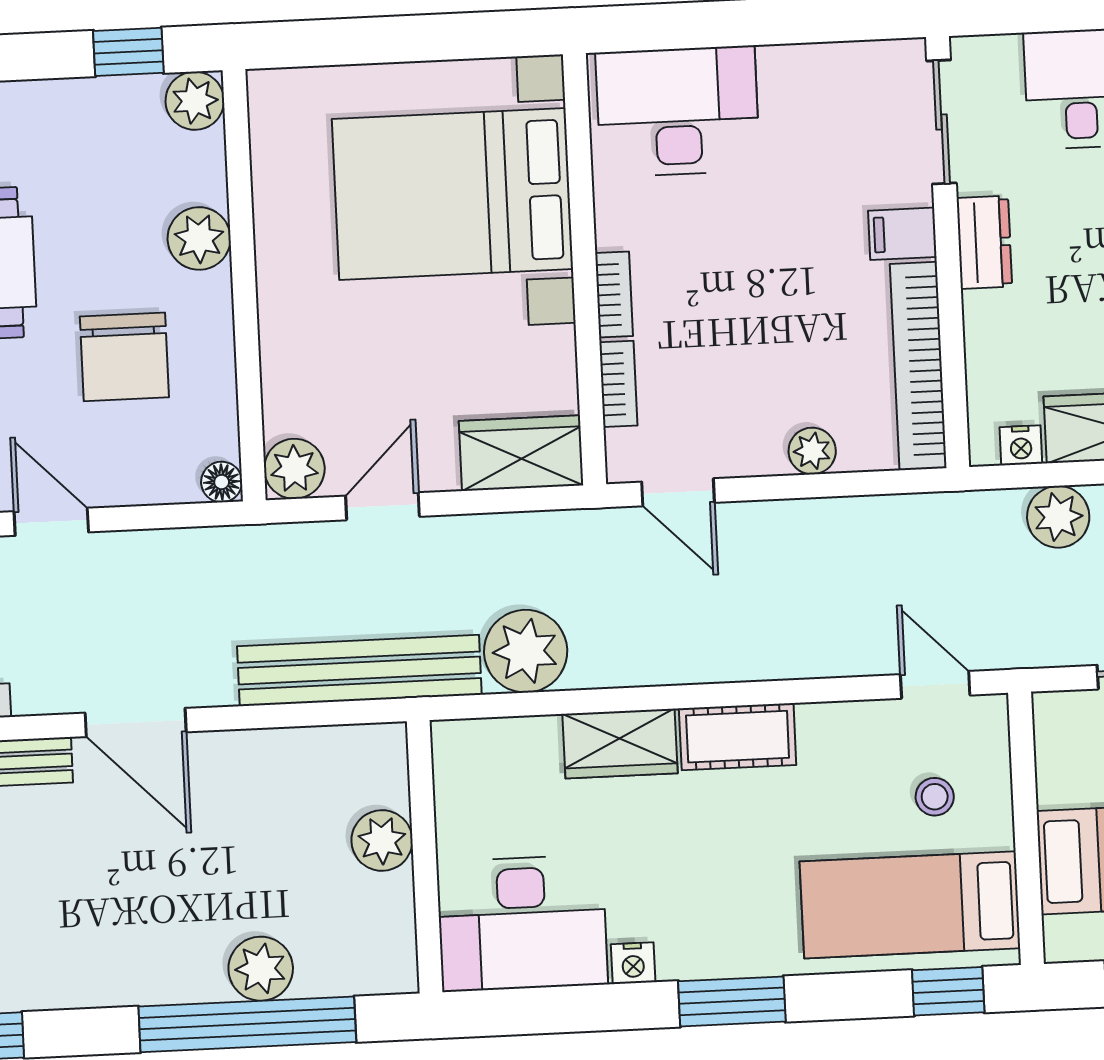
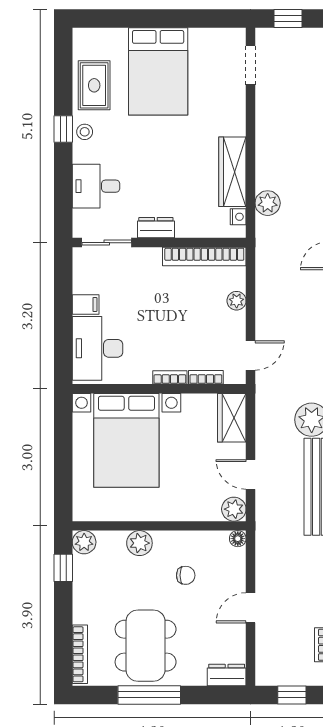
filing cabinet: (902, 234) -> (86, 304), moved, turned -90
chair: (124, 357) -> (186, 575), width x0.54, depth x0.54

